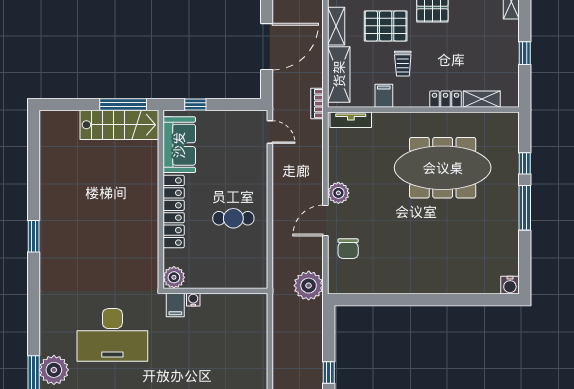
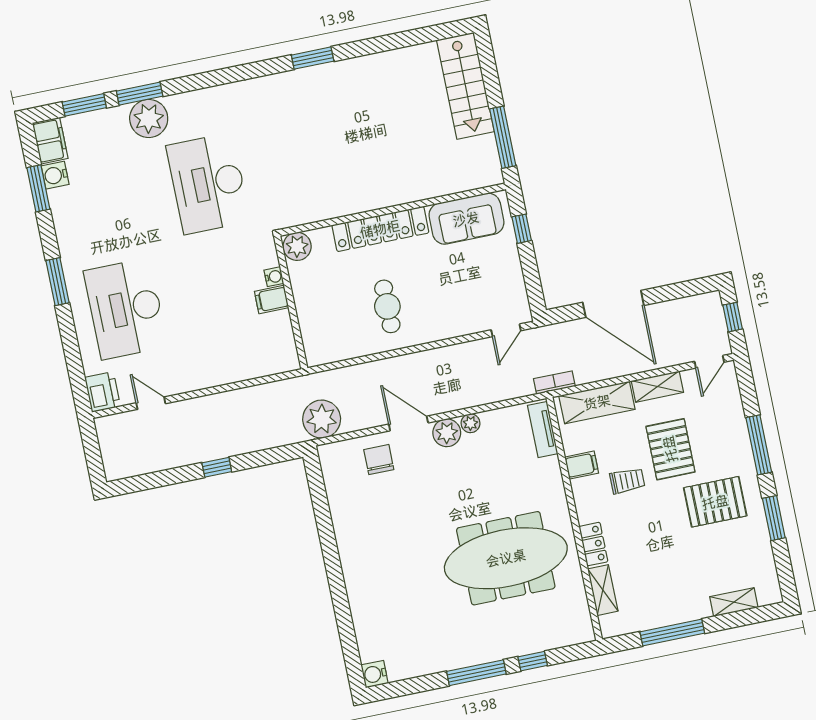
window: (525, 53) -> (672, 632), width x2.17
trolley: (403, 64) -> (627, 481), turned 180
stairs: (119, 125) -> (465, 86), moved
meeting table: (443, 168) -> (506, 558), turned 90
plant: (335, 173) -> (470, 423), added
chair: (348, 249) -> (379, 460), turned 90
filing cabinet: (175, 305) -> (272, 299), moved

